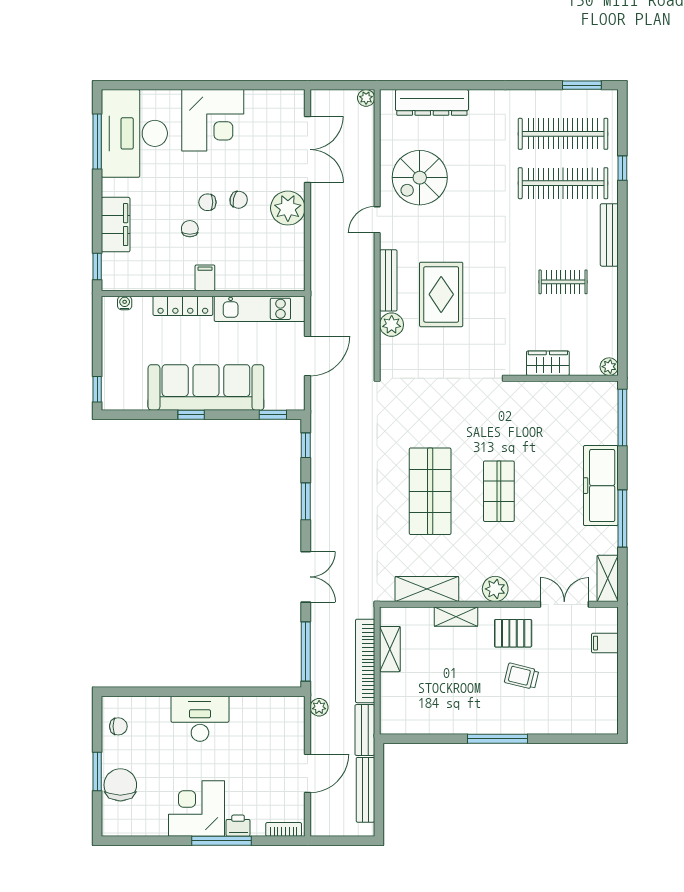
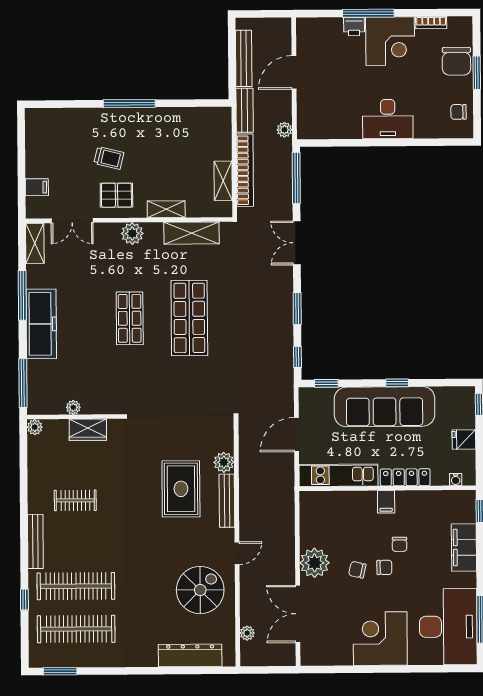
plant: (366, 98) -> (247, 633), moved
fridge: (115, 349) -> (464, 440), added
plant: (565, 389) -> (73, 407), added
bookcase: (284, 829) -> (431, 23), moved

